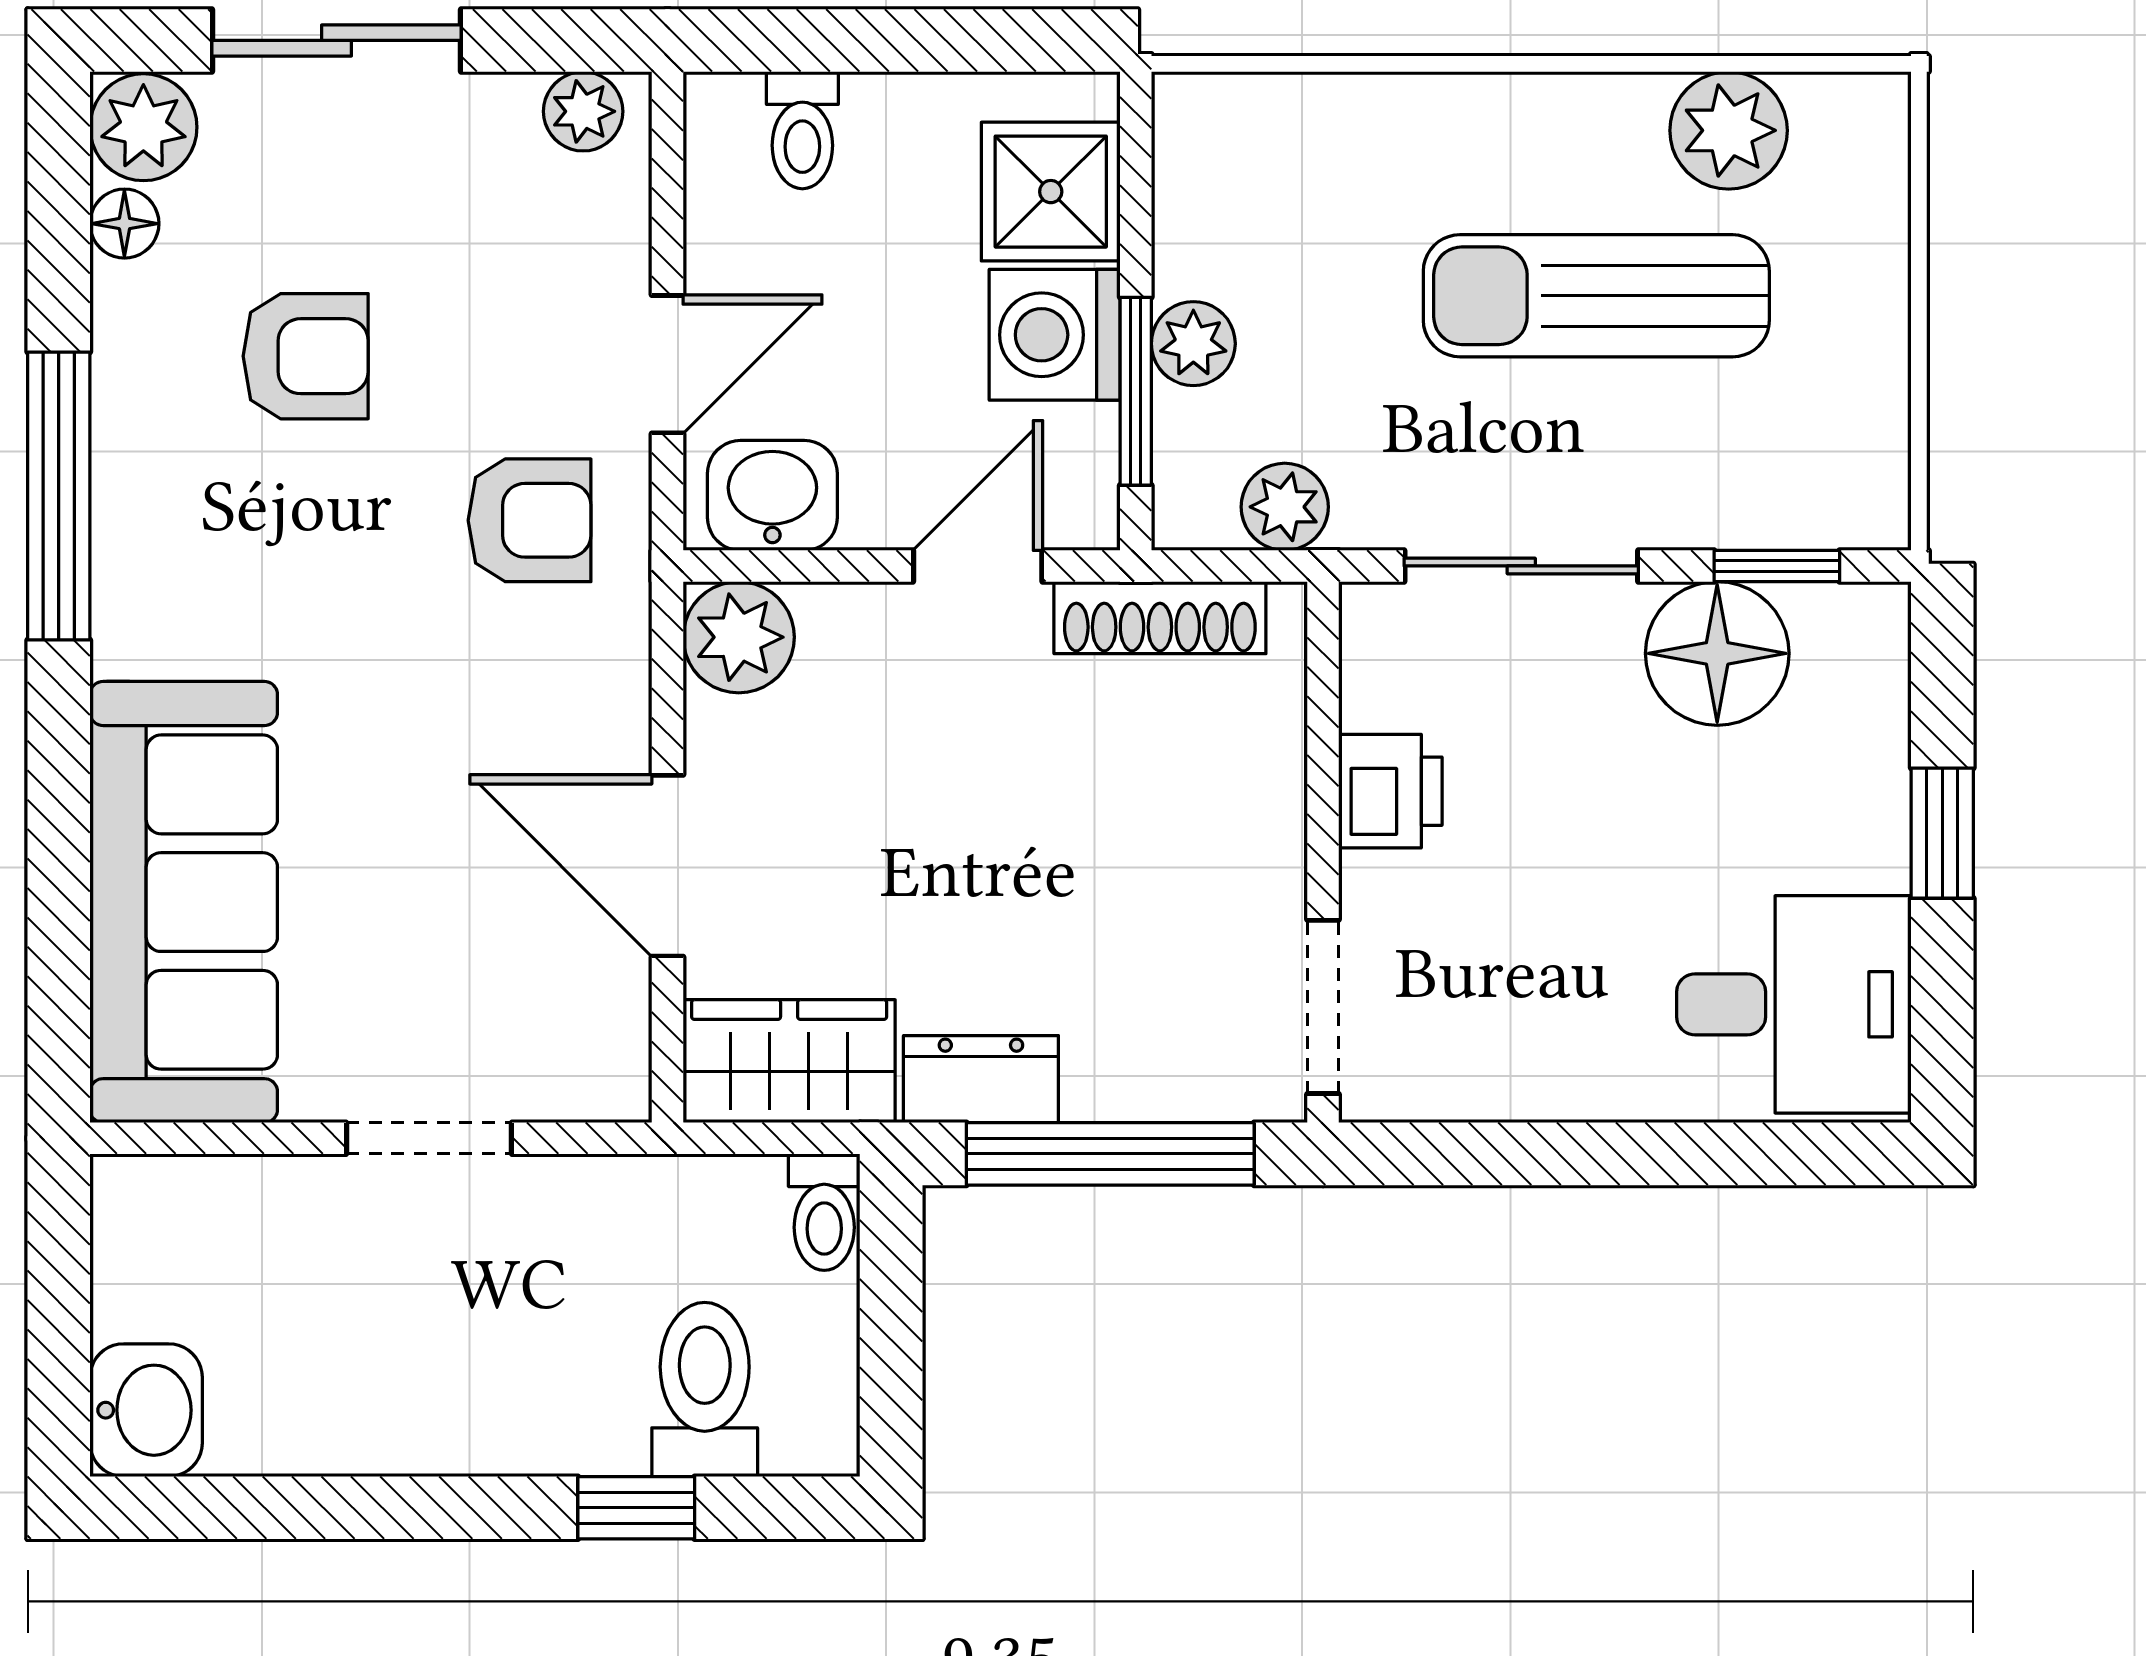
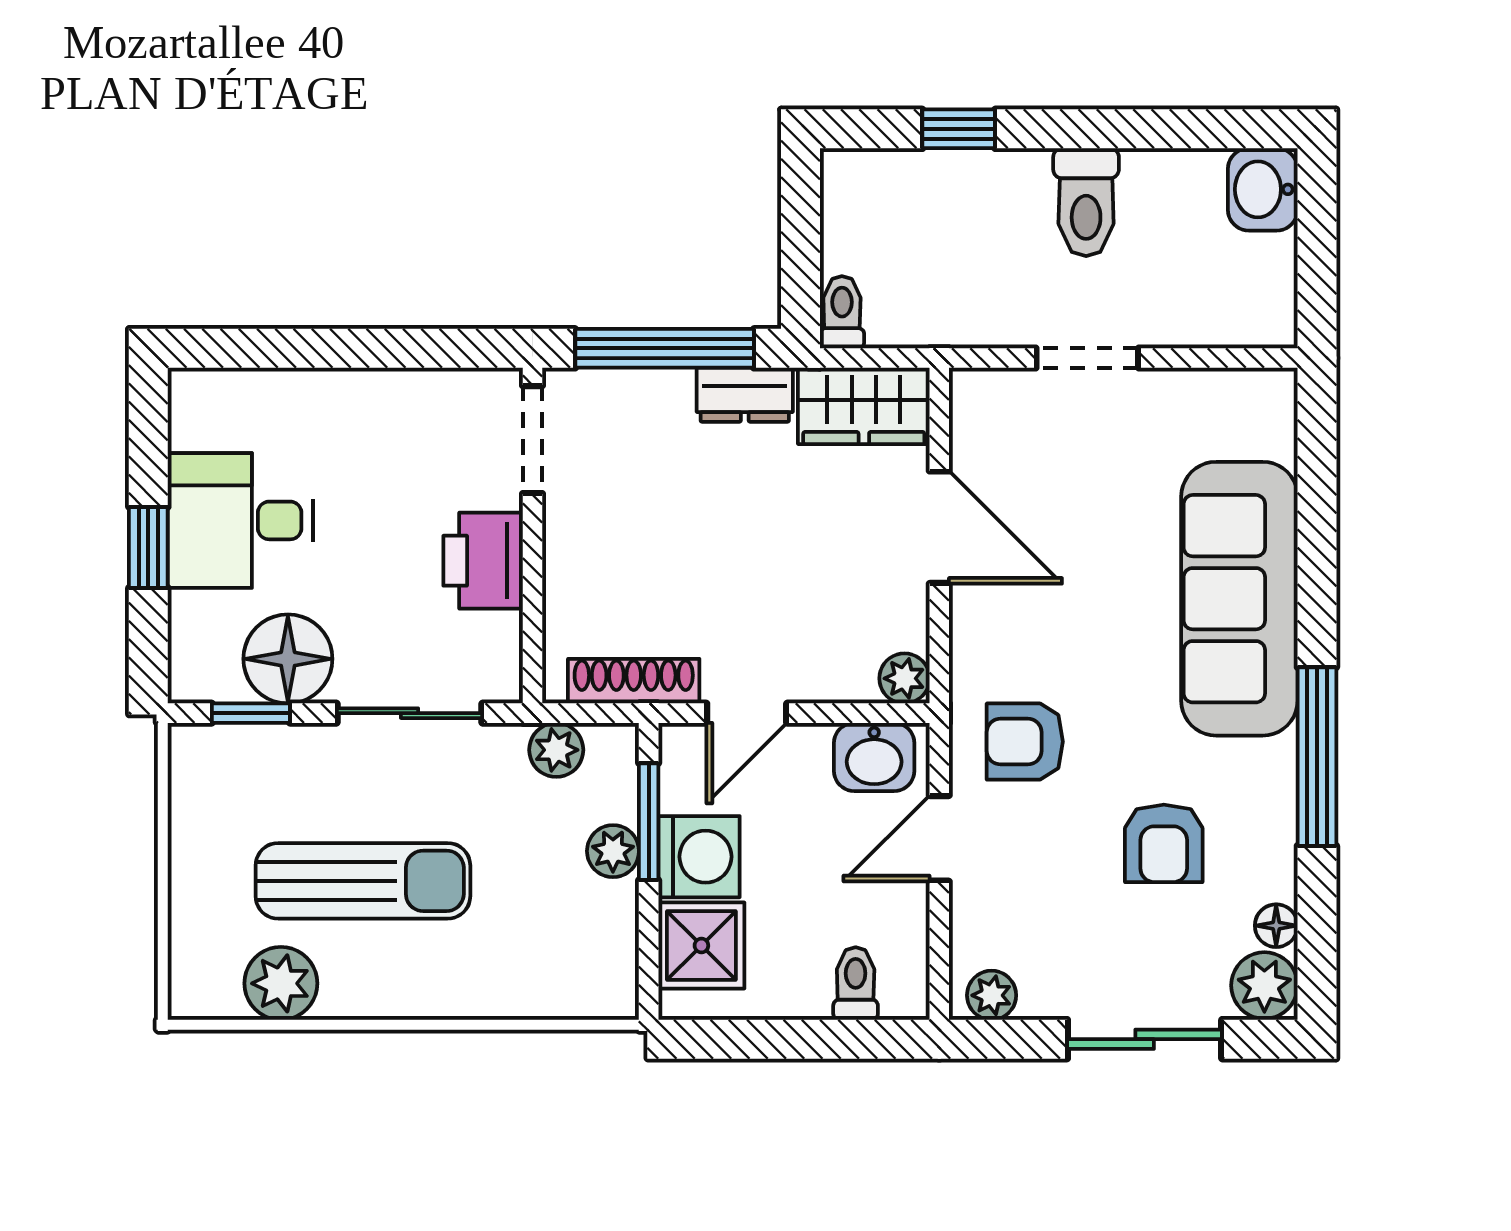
armchair: (306, 356) -> (1164, 843), turned -90
plant: (739, 637) -> (904, 678), width x0.73, depth x0.73
printer: (1390, 791) -> (483, 561), width x1.36, depth x1.24
sofa: (184, 902) -> (1239, 599), moved
desk: (1794, 1004) -> (240, 520), moved
toilet: (705, 1389) -> (1086, 202), moved

